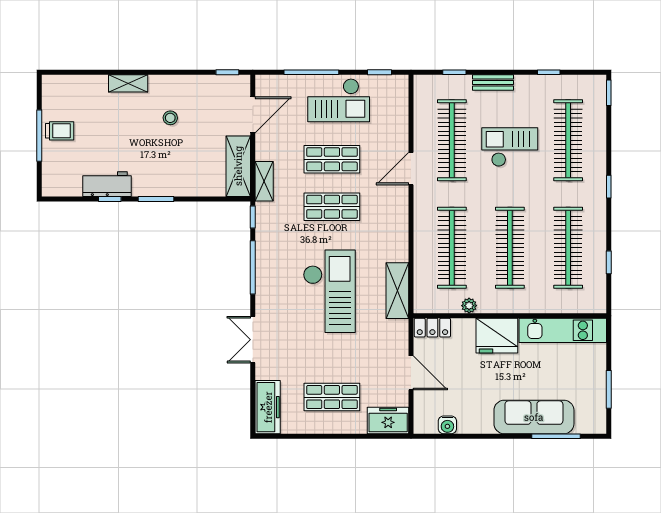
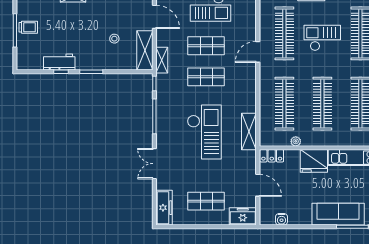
door: (253, 115) -> (154, 17), hinge flipped
stool: (170, 118) -> (114, 39), moved

